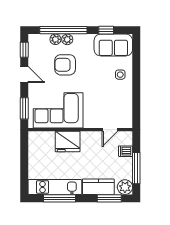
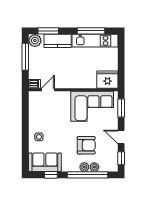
fridge: (68, 141) -> (107, 80), moved
dishwasher: (125, 151) -> (34, 84), moved

